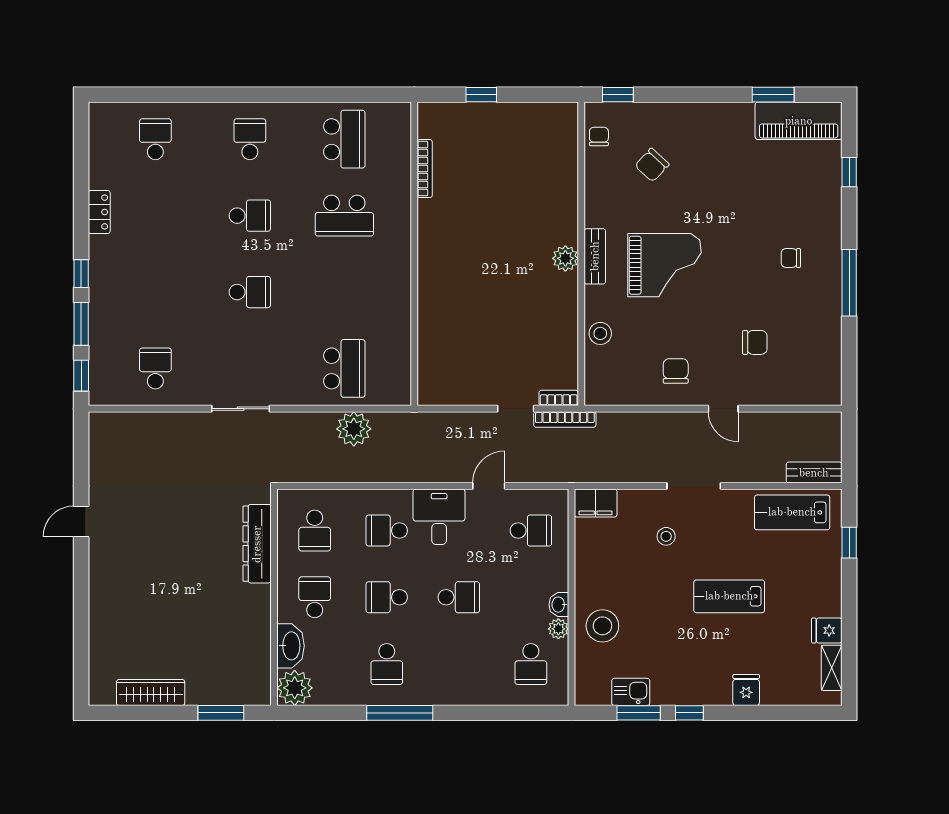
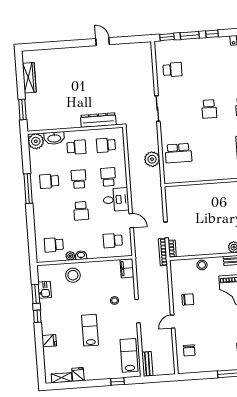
chair: (755, 342) -> (189, 350), moved
school desk: (531, 531) -> (113, 241), turned 90

